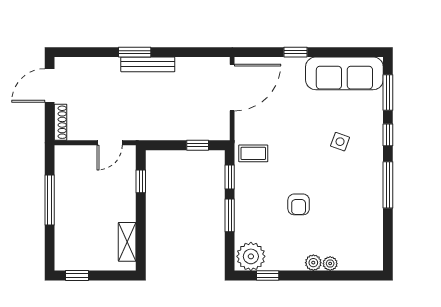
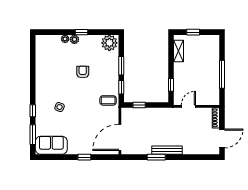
window: (135, 52) -> (156, 157), moved
sofa: (344, 73) -> (51, 145), width x0.73
window: (388, 185) -> (33, 83), removed
window: (77, 275) -> (193, 32), moved
window: (268, 275) -> (82, 32), moved

